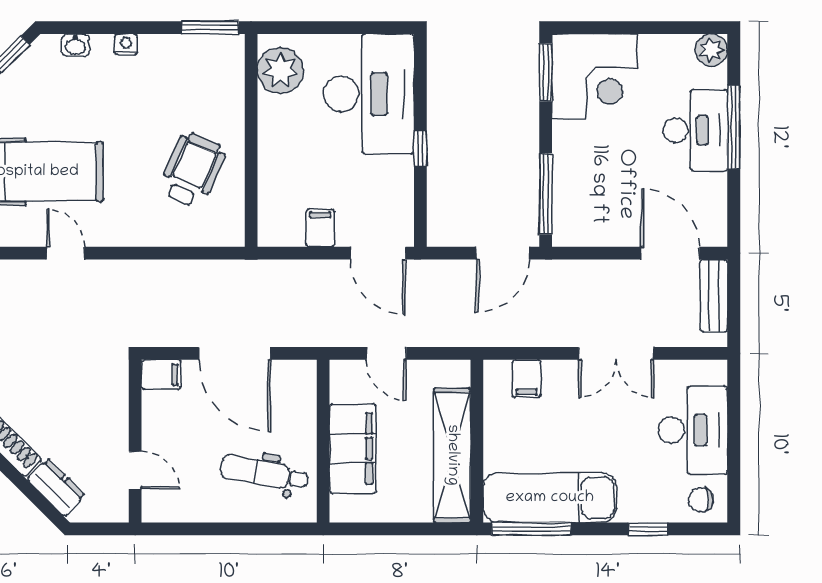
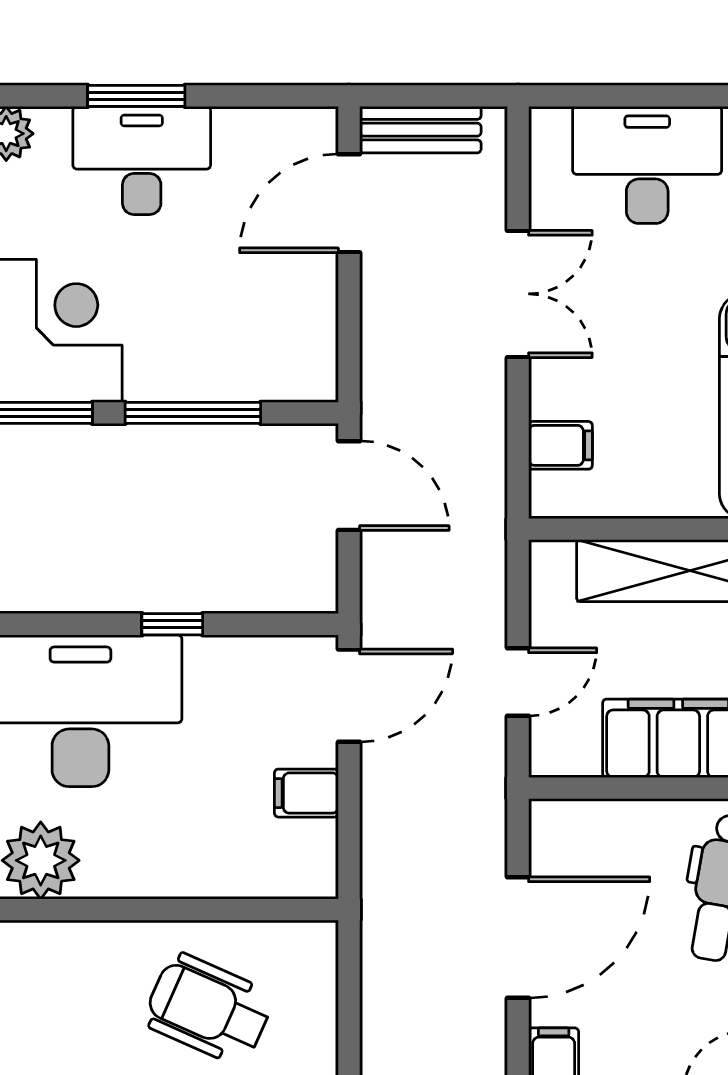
window: (734, 127) -> (136, 96), width x0.69
window: (546, 194) -> (193, 413), moved

